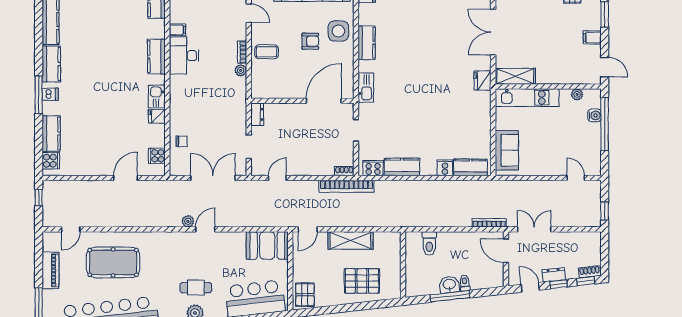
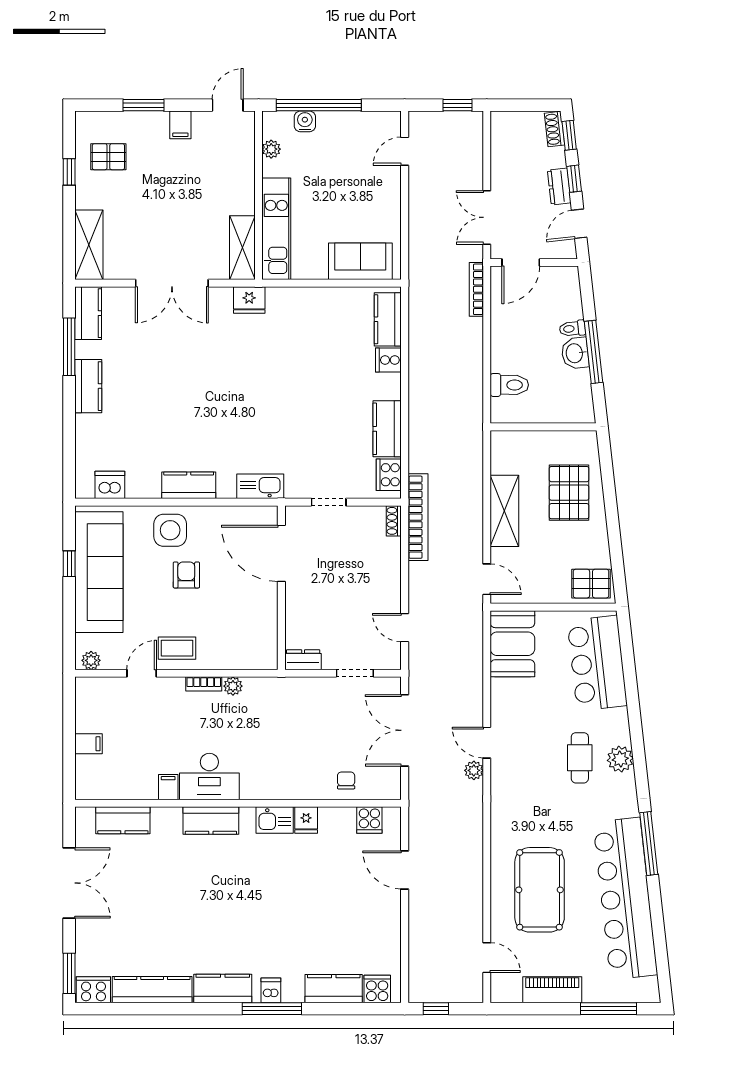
coffee table: (267, 52) -> (177, 648), moved, turned 90

